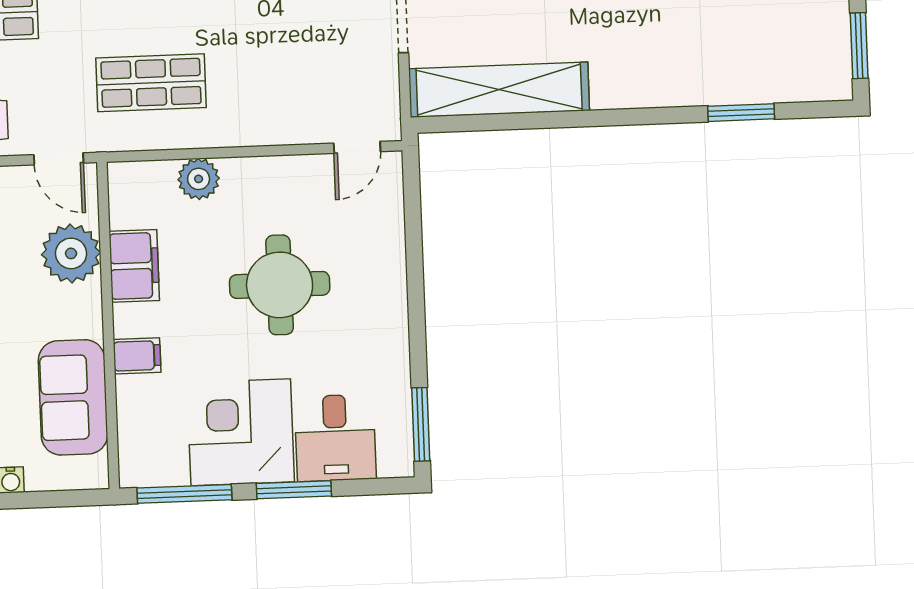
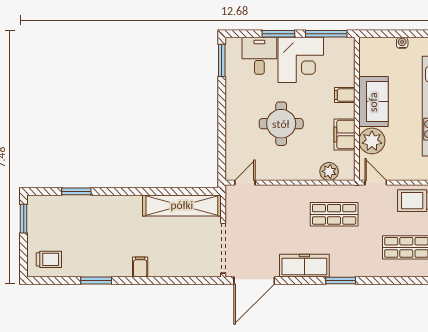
plant: (199, 179) -> (329, 171), moved
sofa: (73, 397) -> (373, 102), moved

